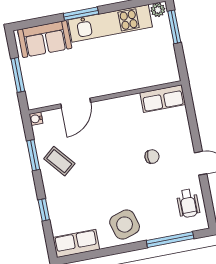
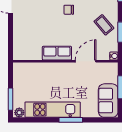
sofa: (45, 39) -> (108, 101), moved, turned -90
row of seats: (163, 99) -> (57, 53), moved
chair: (152, 157) -> (69, 10), moved

